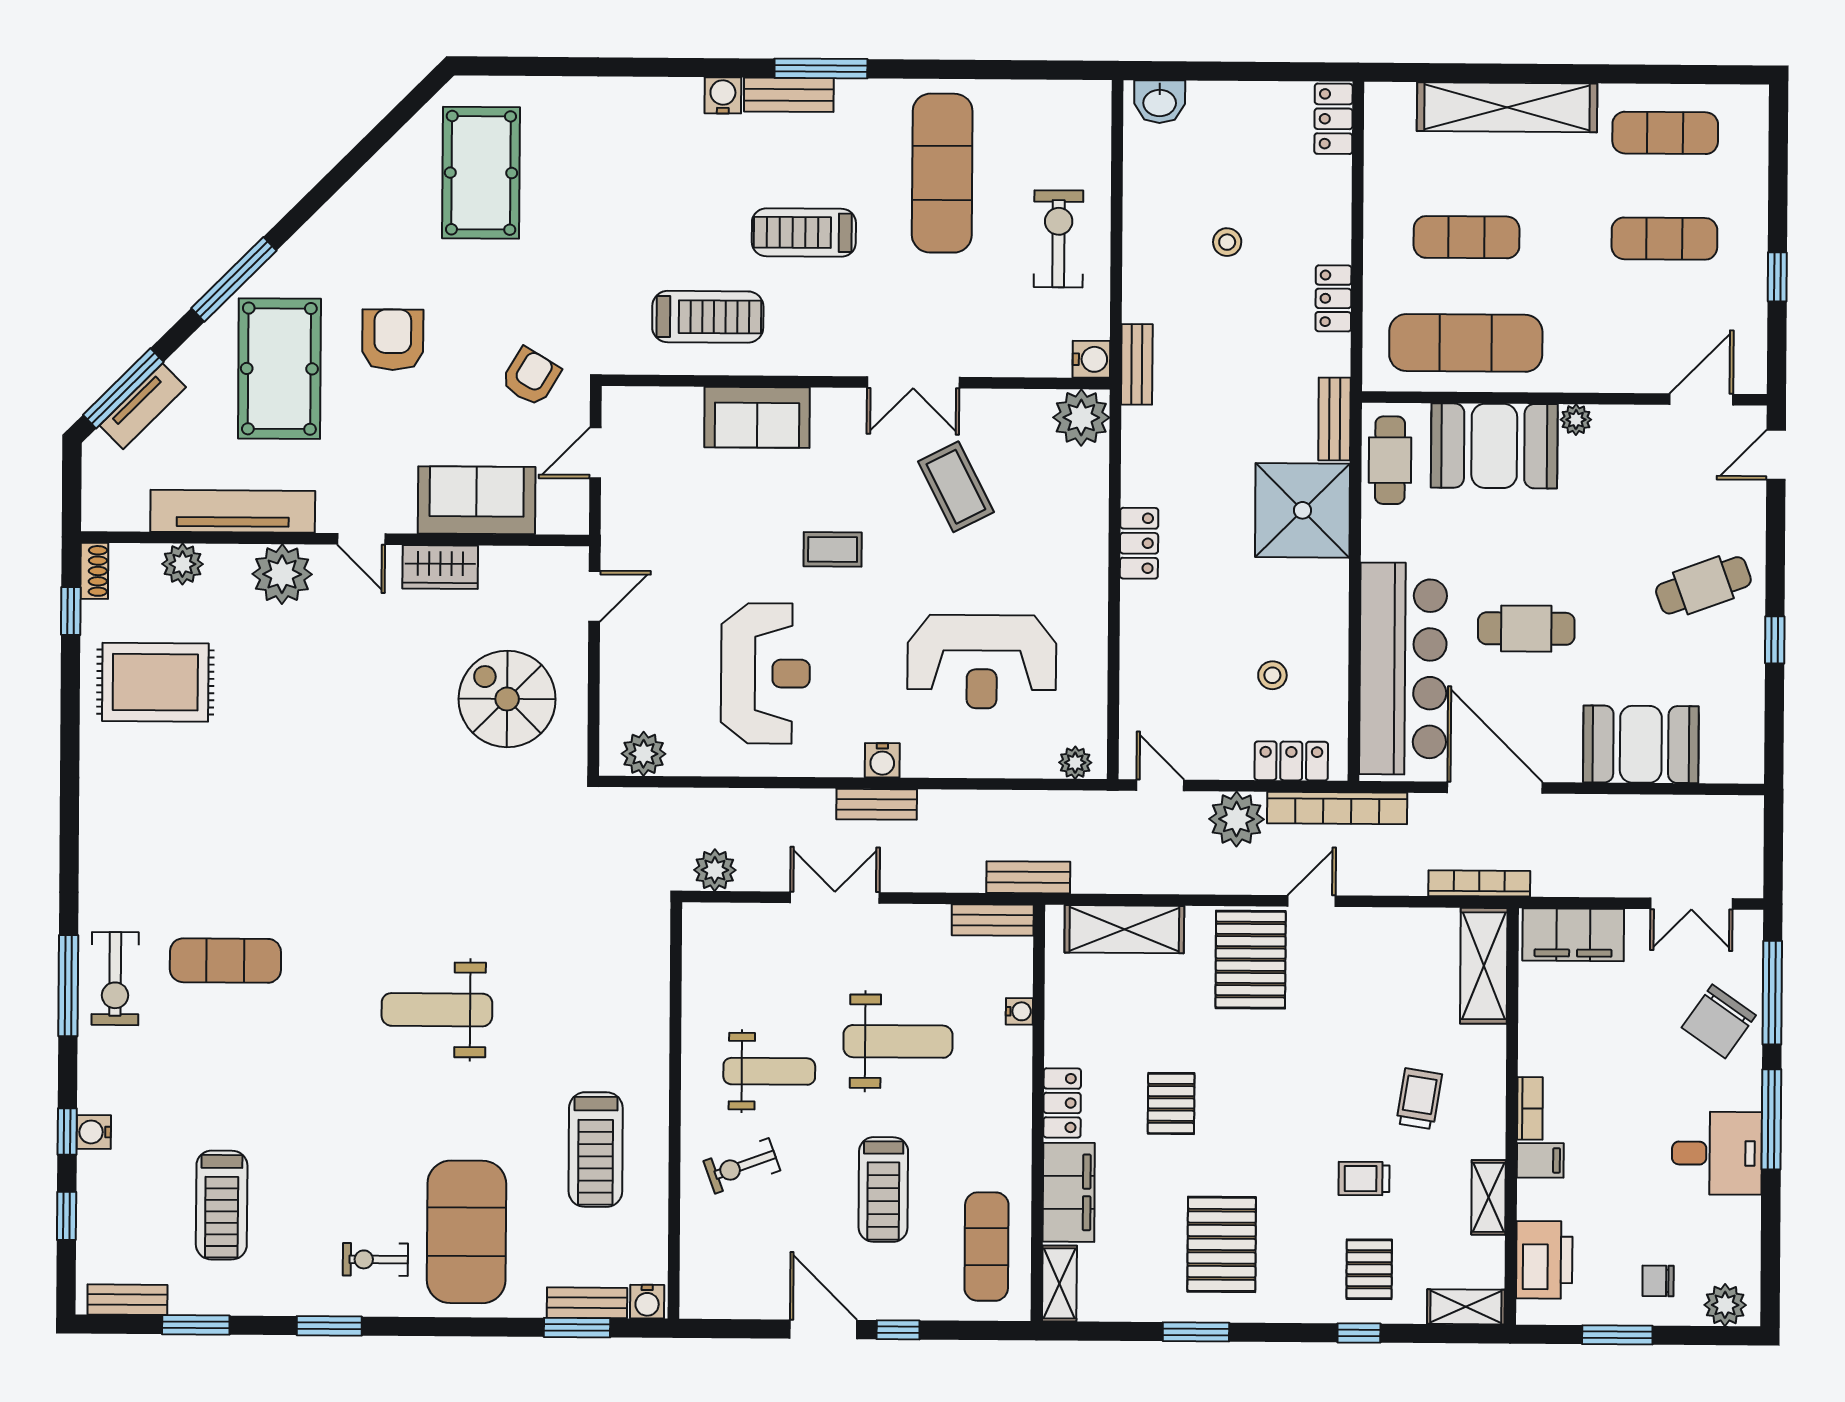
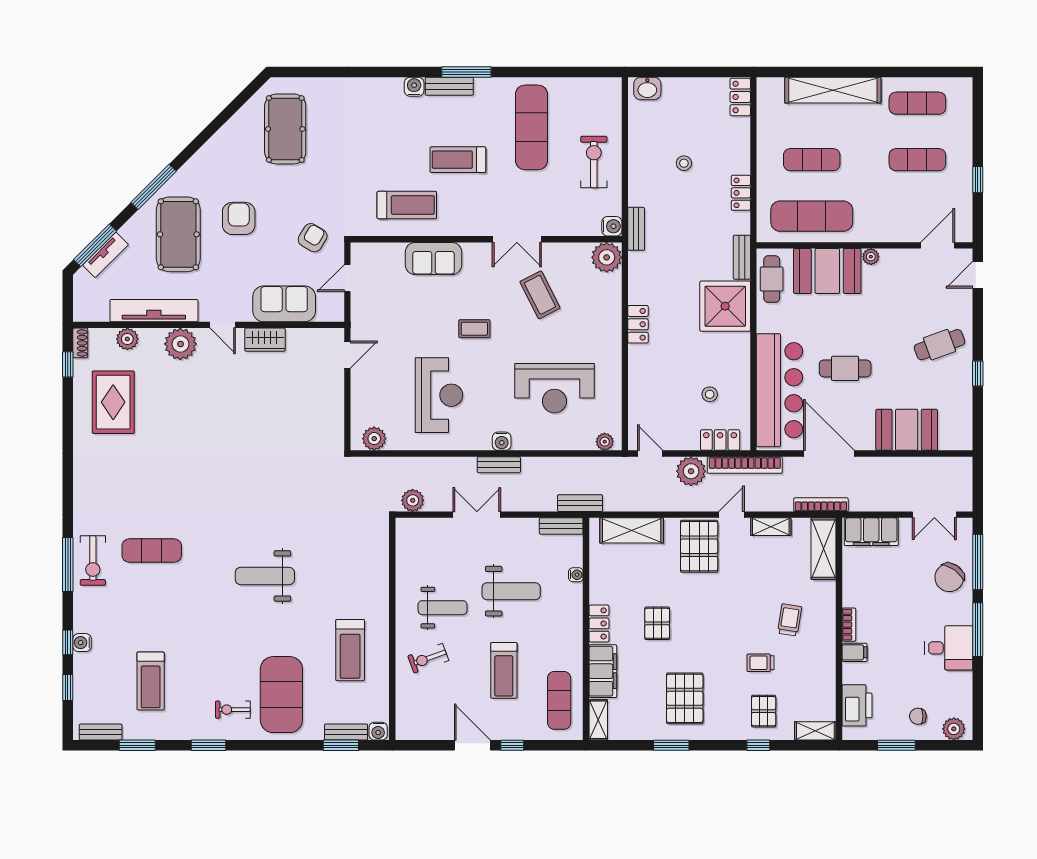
rug: (155, 682) -> (113, 402), turned 90
spiral stairs: (507, 699) -> (301, 410), removed
shelving: (1488, 1197) -> (771, 527), moved, turned 90

